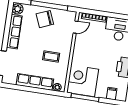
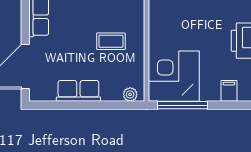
row of seats: (35, 82) -> (78, 91), width x0.68

